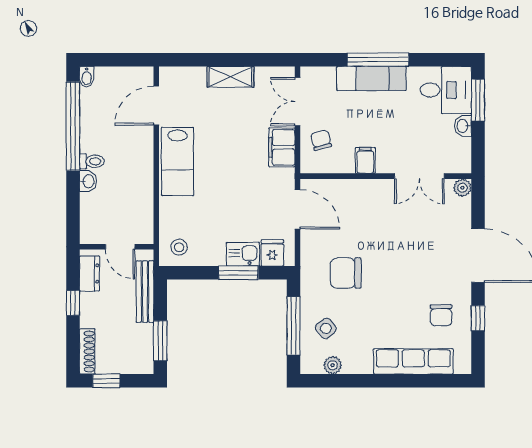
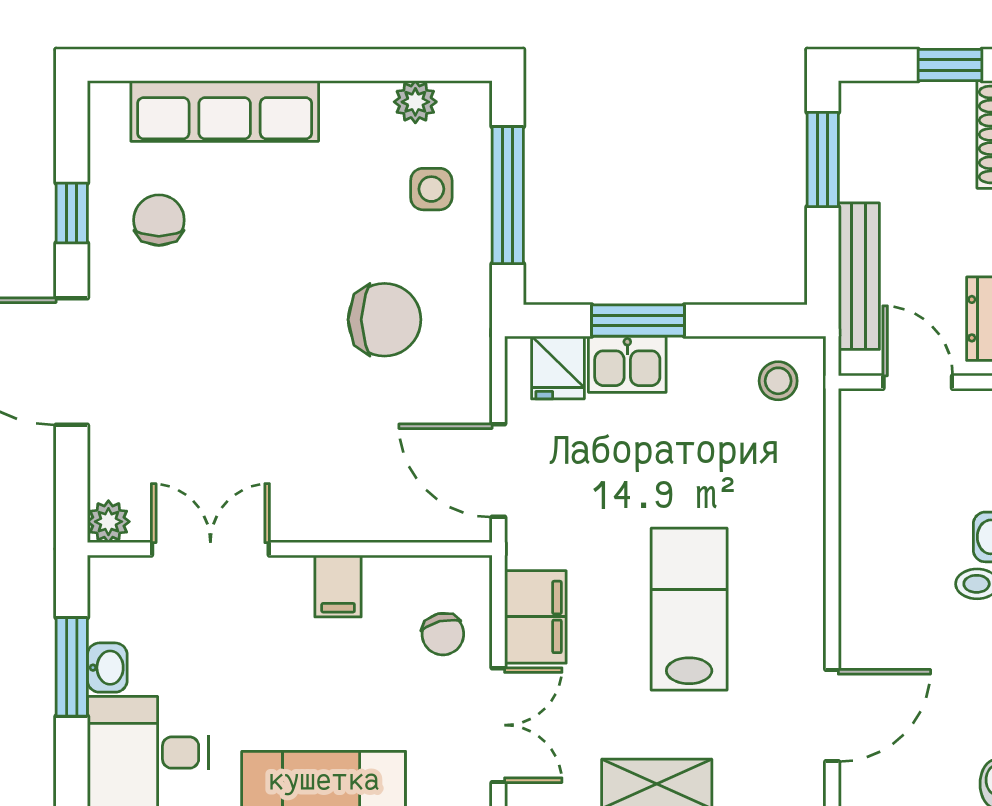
window: (478, 100) -> (72, 667), moved
lab bench: (178, 161) -> (689, 609), moved
side table: (326, 328) -> (431, 189), turned 38

